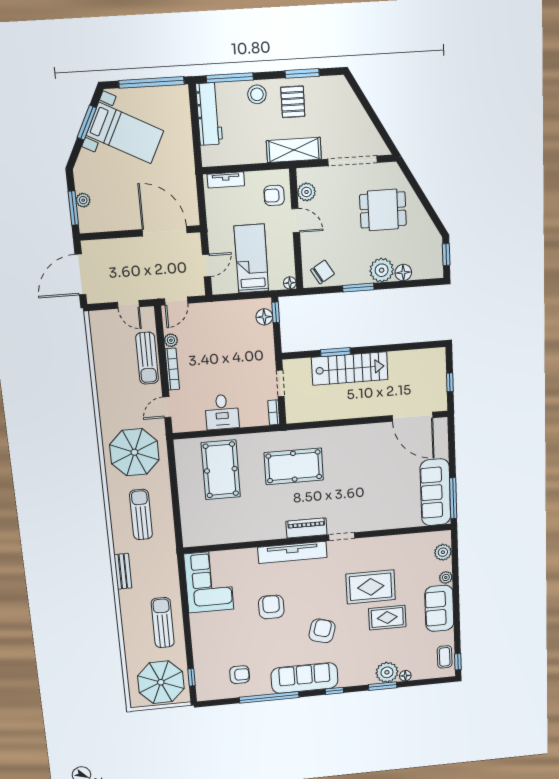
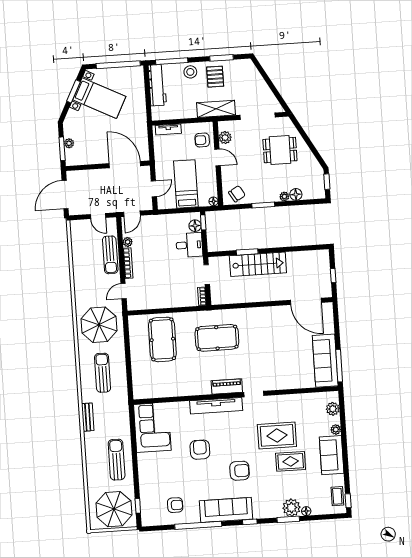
plant: (382, 270) -> (284, 196), width x0.53, depth x0.53
desk: (222, 412) -> (189, 245), moved, turned -90
armchair: (322, 631) -> (240, 471), turned 74

